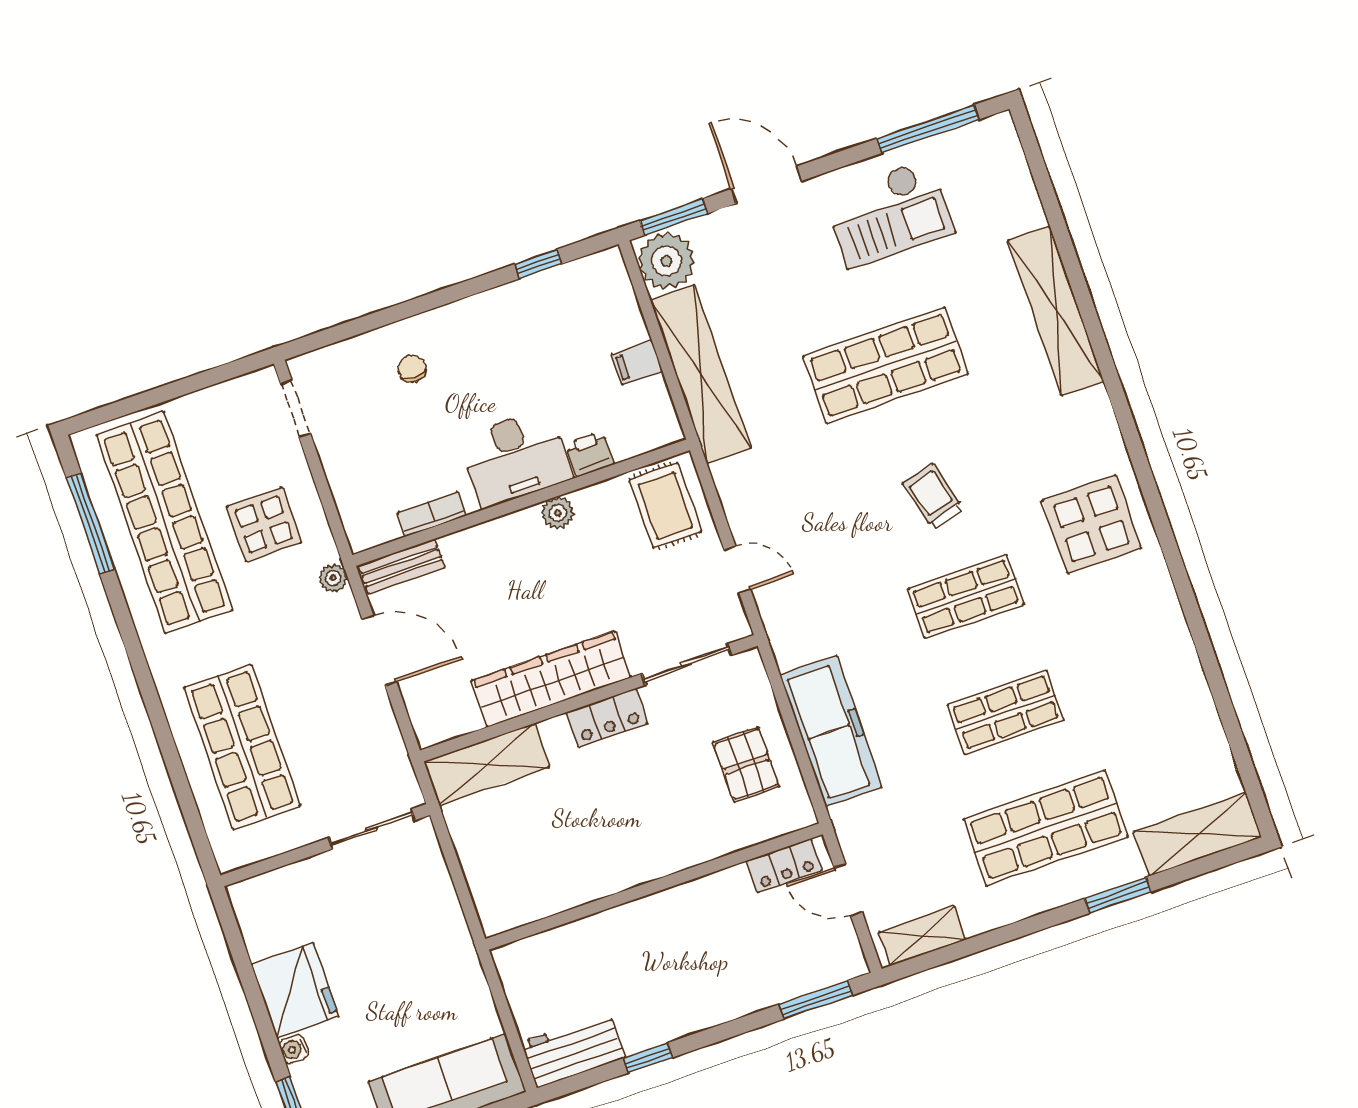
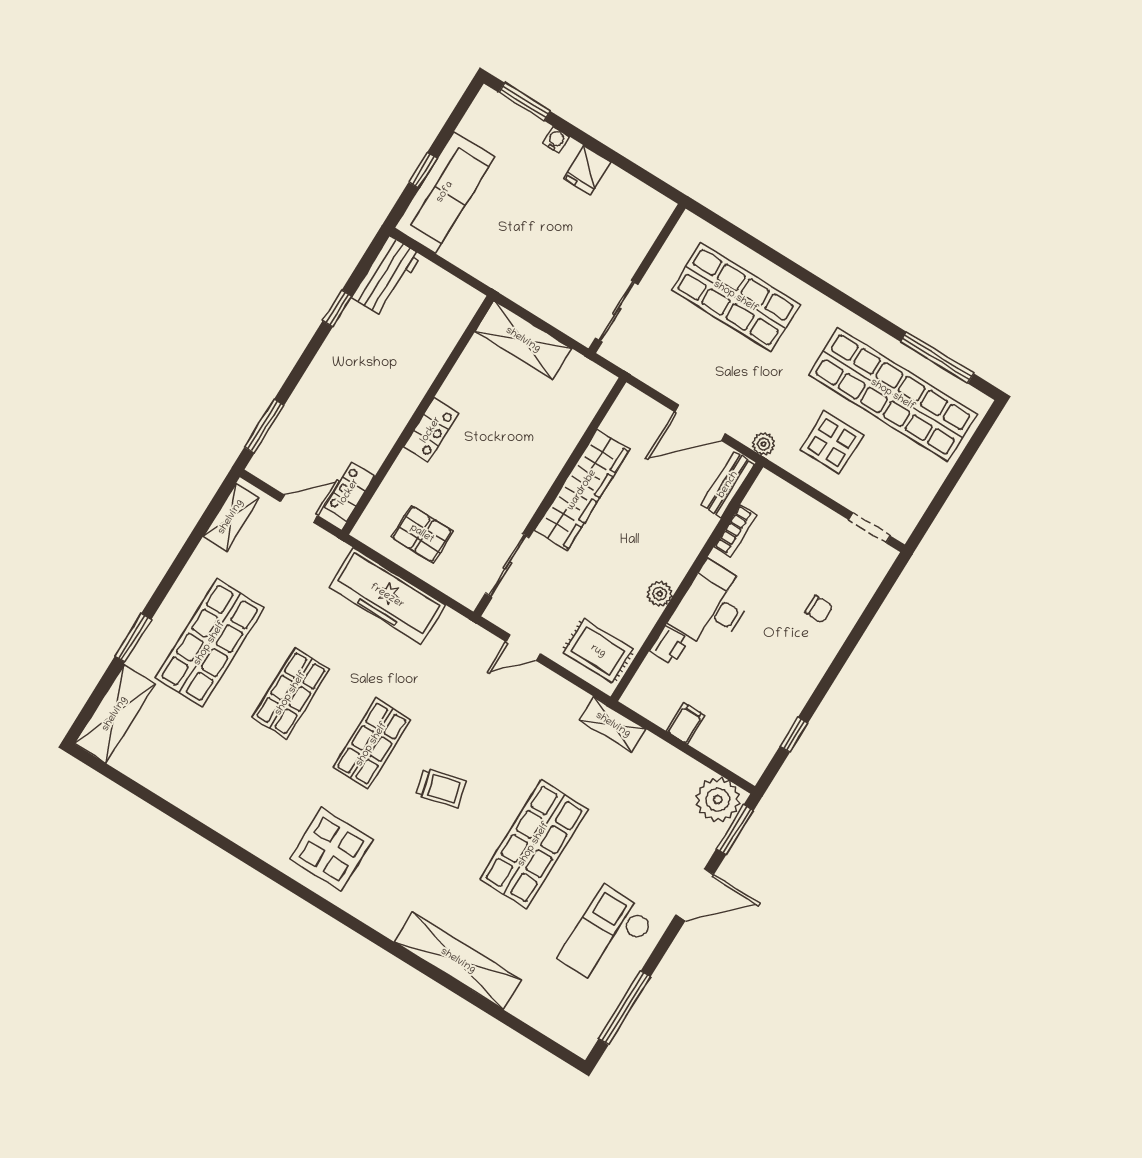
shelving: (701, 374) -> (613, 725), width x0.45, depth x0.75
locker: (607, 718) -> (431, 430), moved, turned 180
shelving: (487, 764) -> (523, 340), moved, turned 90
fridge: (295, 990) -> (587, 170), width x0.53, depth x0.75

